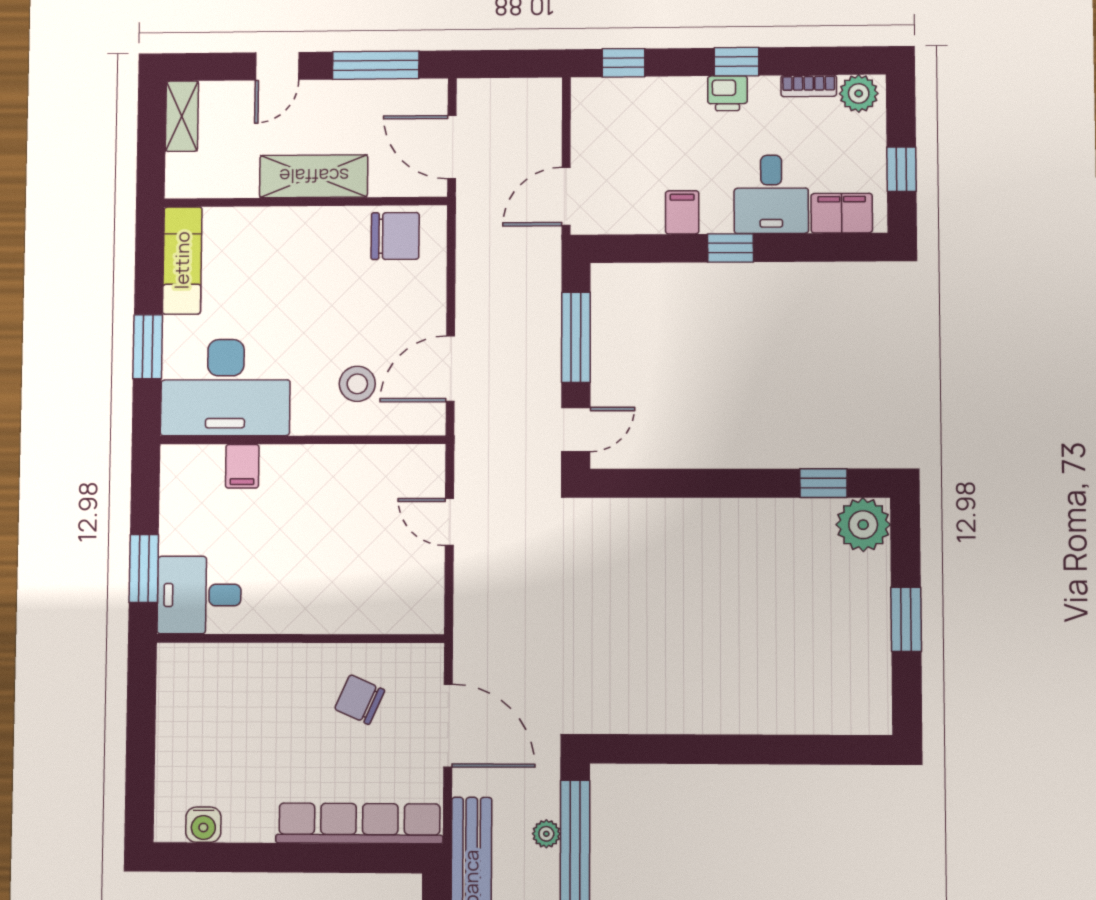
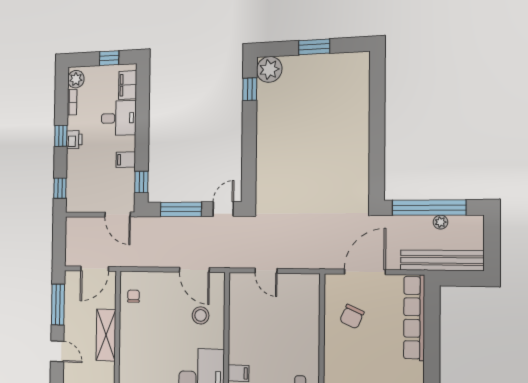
chair: (395, 236) -> (133, 296), width x0.54, depth x0.54
window: (731, 248) -> (141, 182), moved
door: (576, 430) -> (223, 209), hinge flipped
door: (449, 522) -> (266, 271), hinge flipped
plant: (546, 834) -> (441, 222), moved

